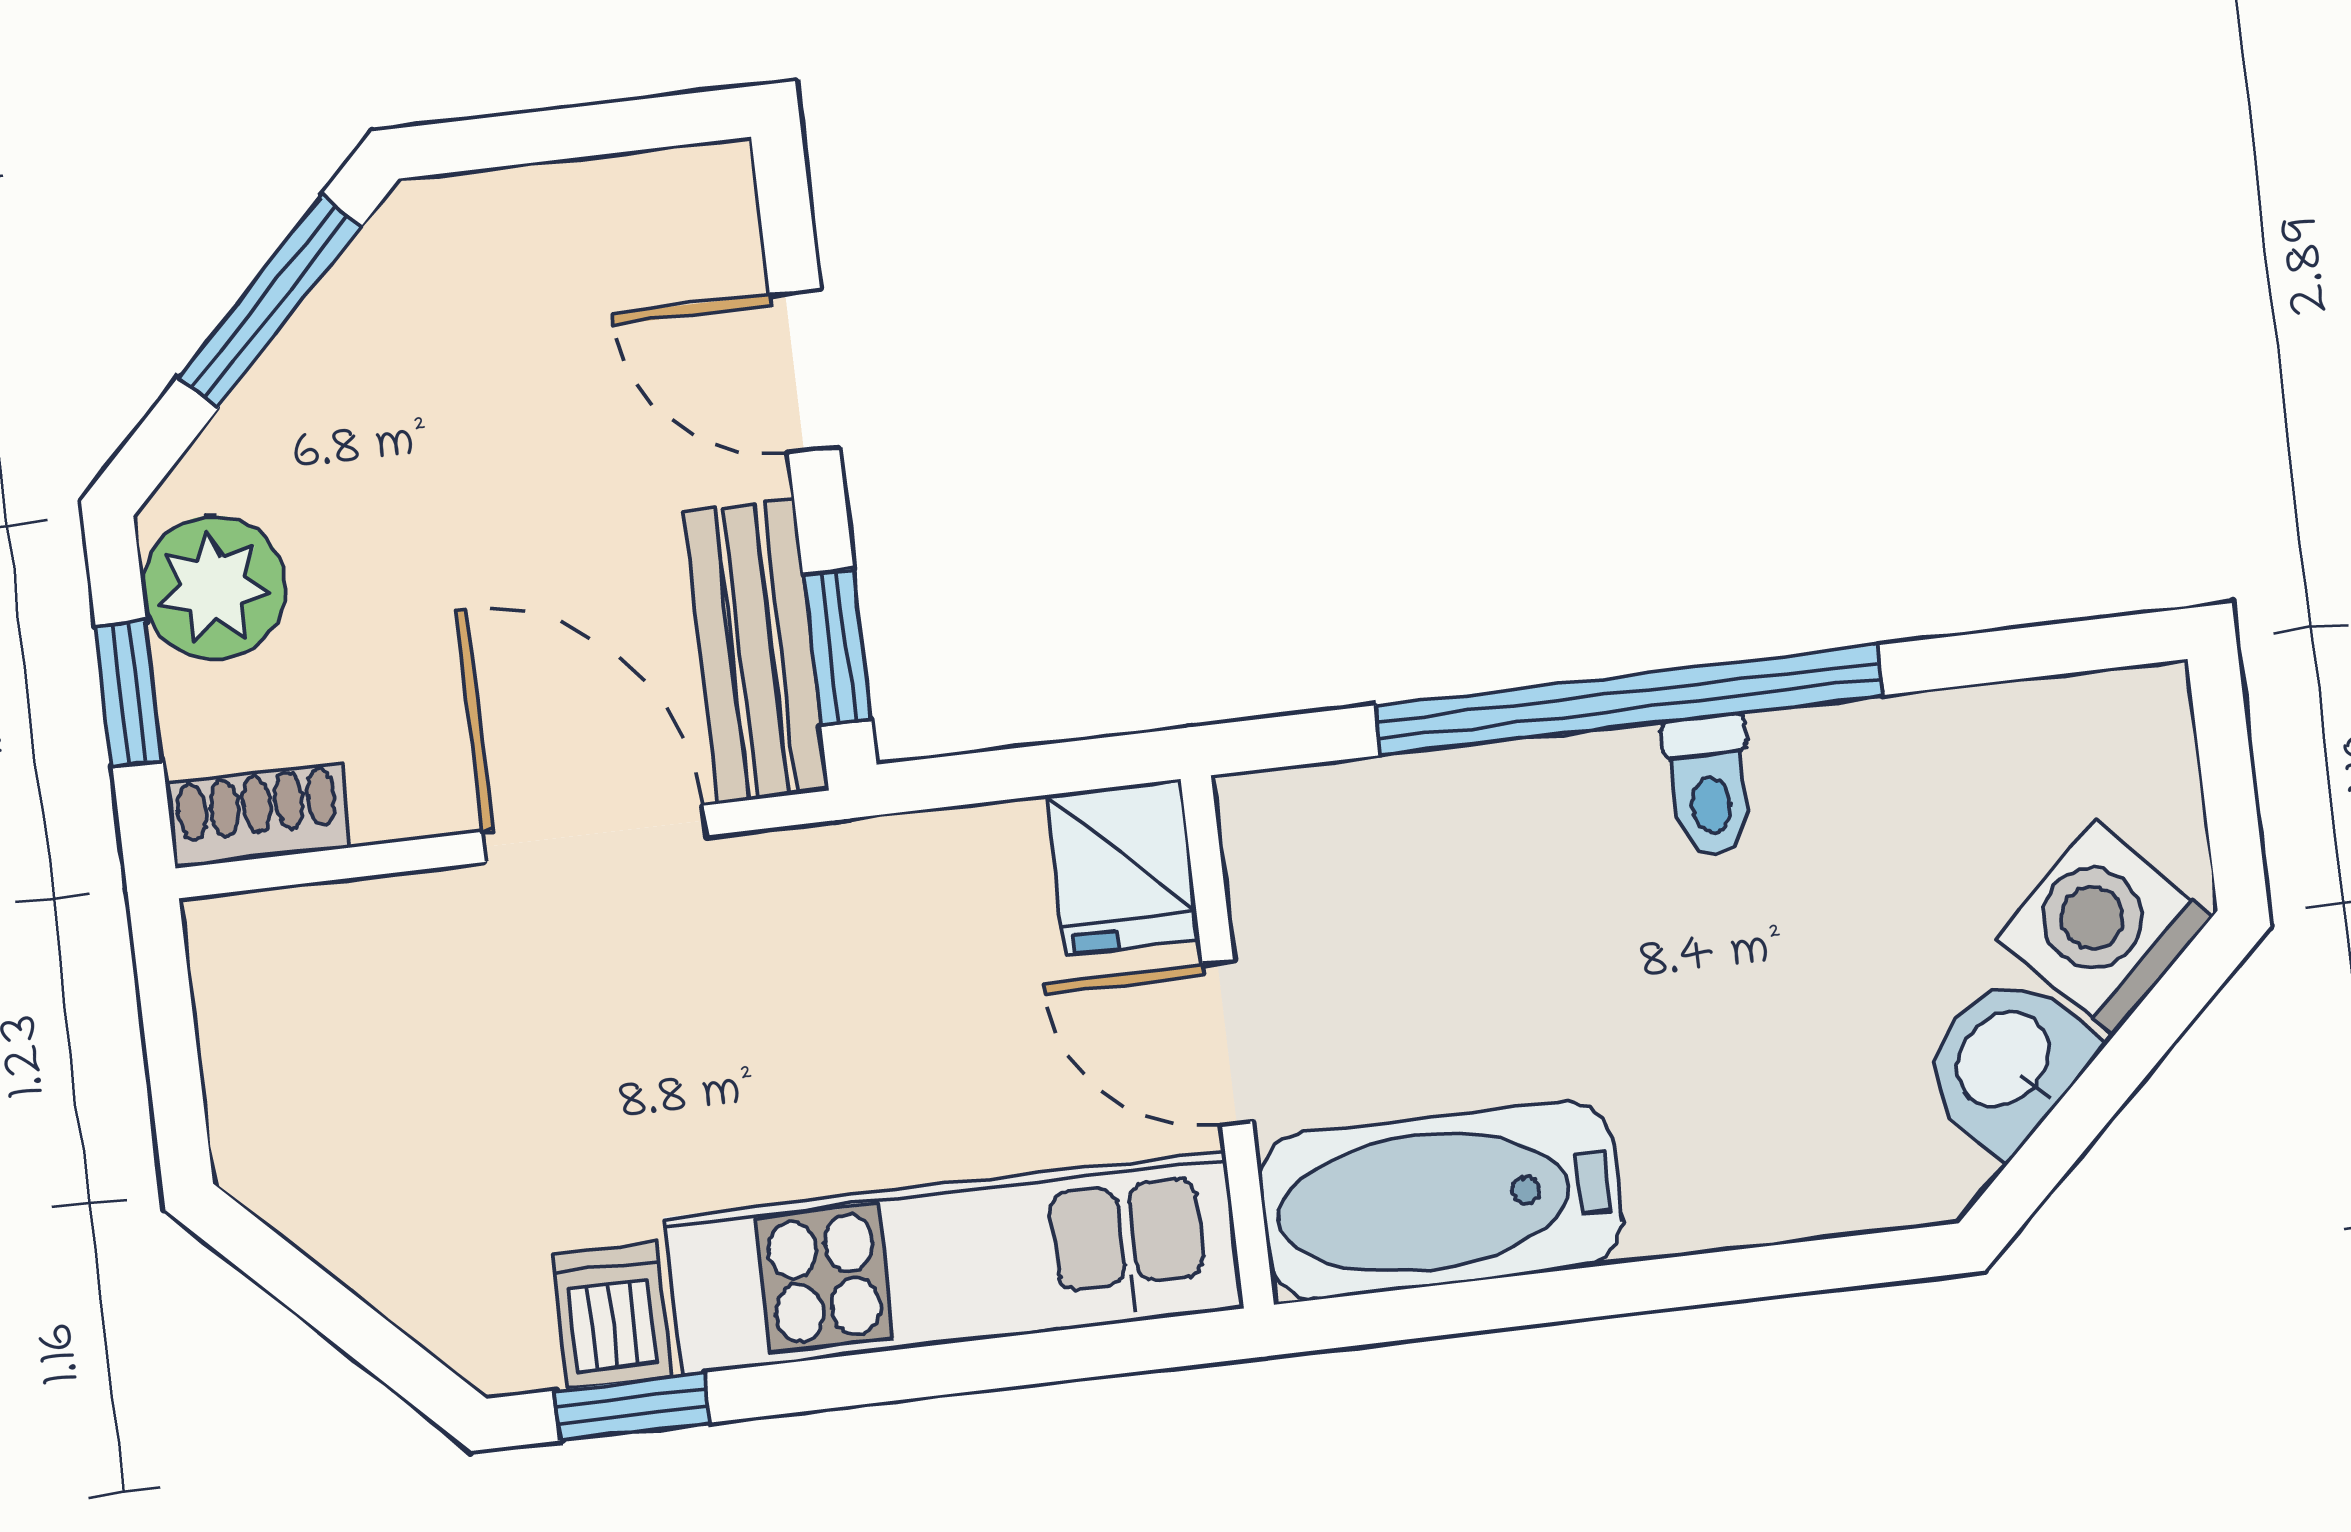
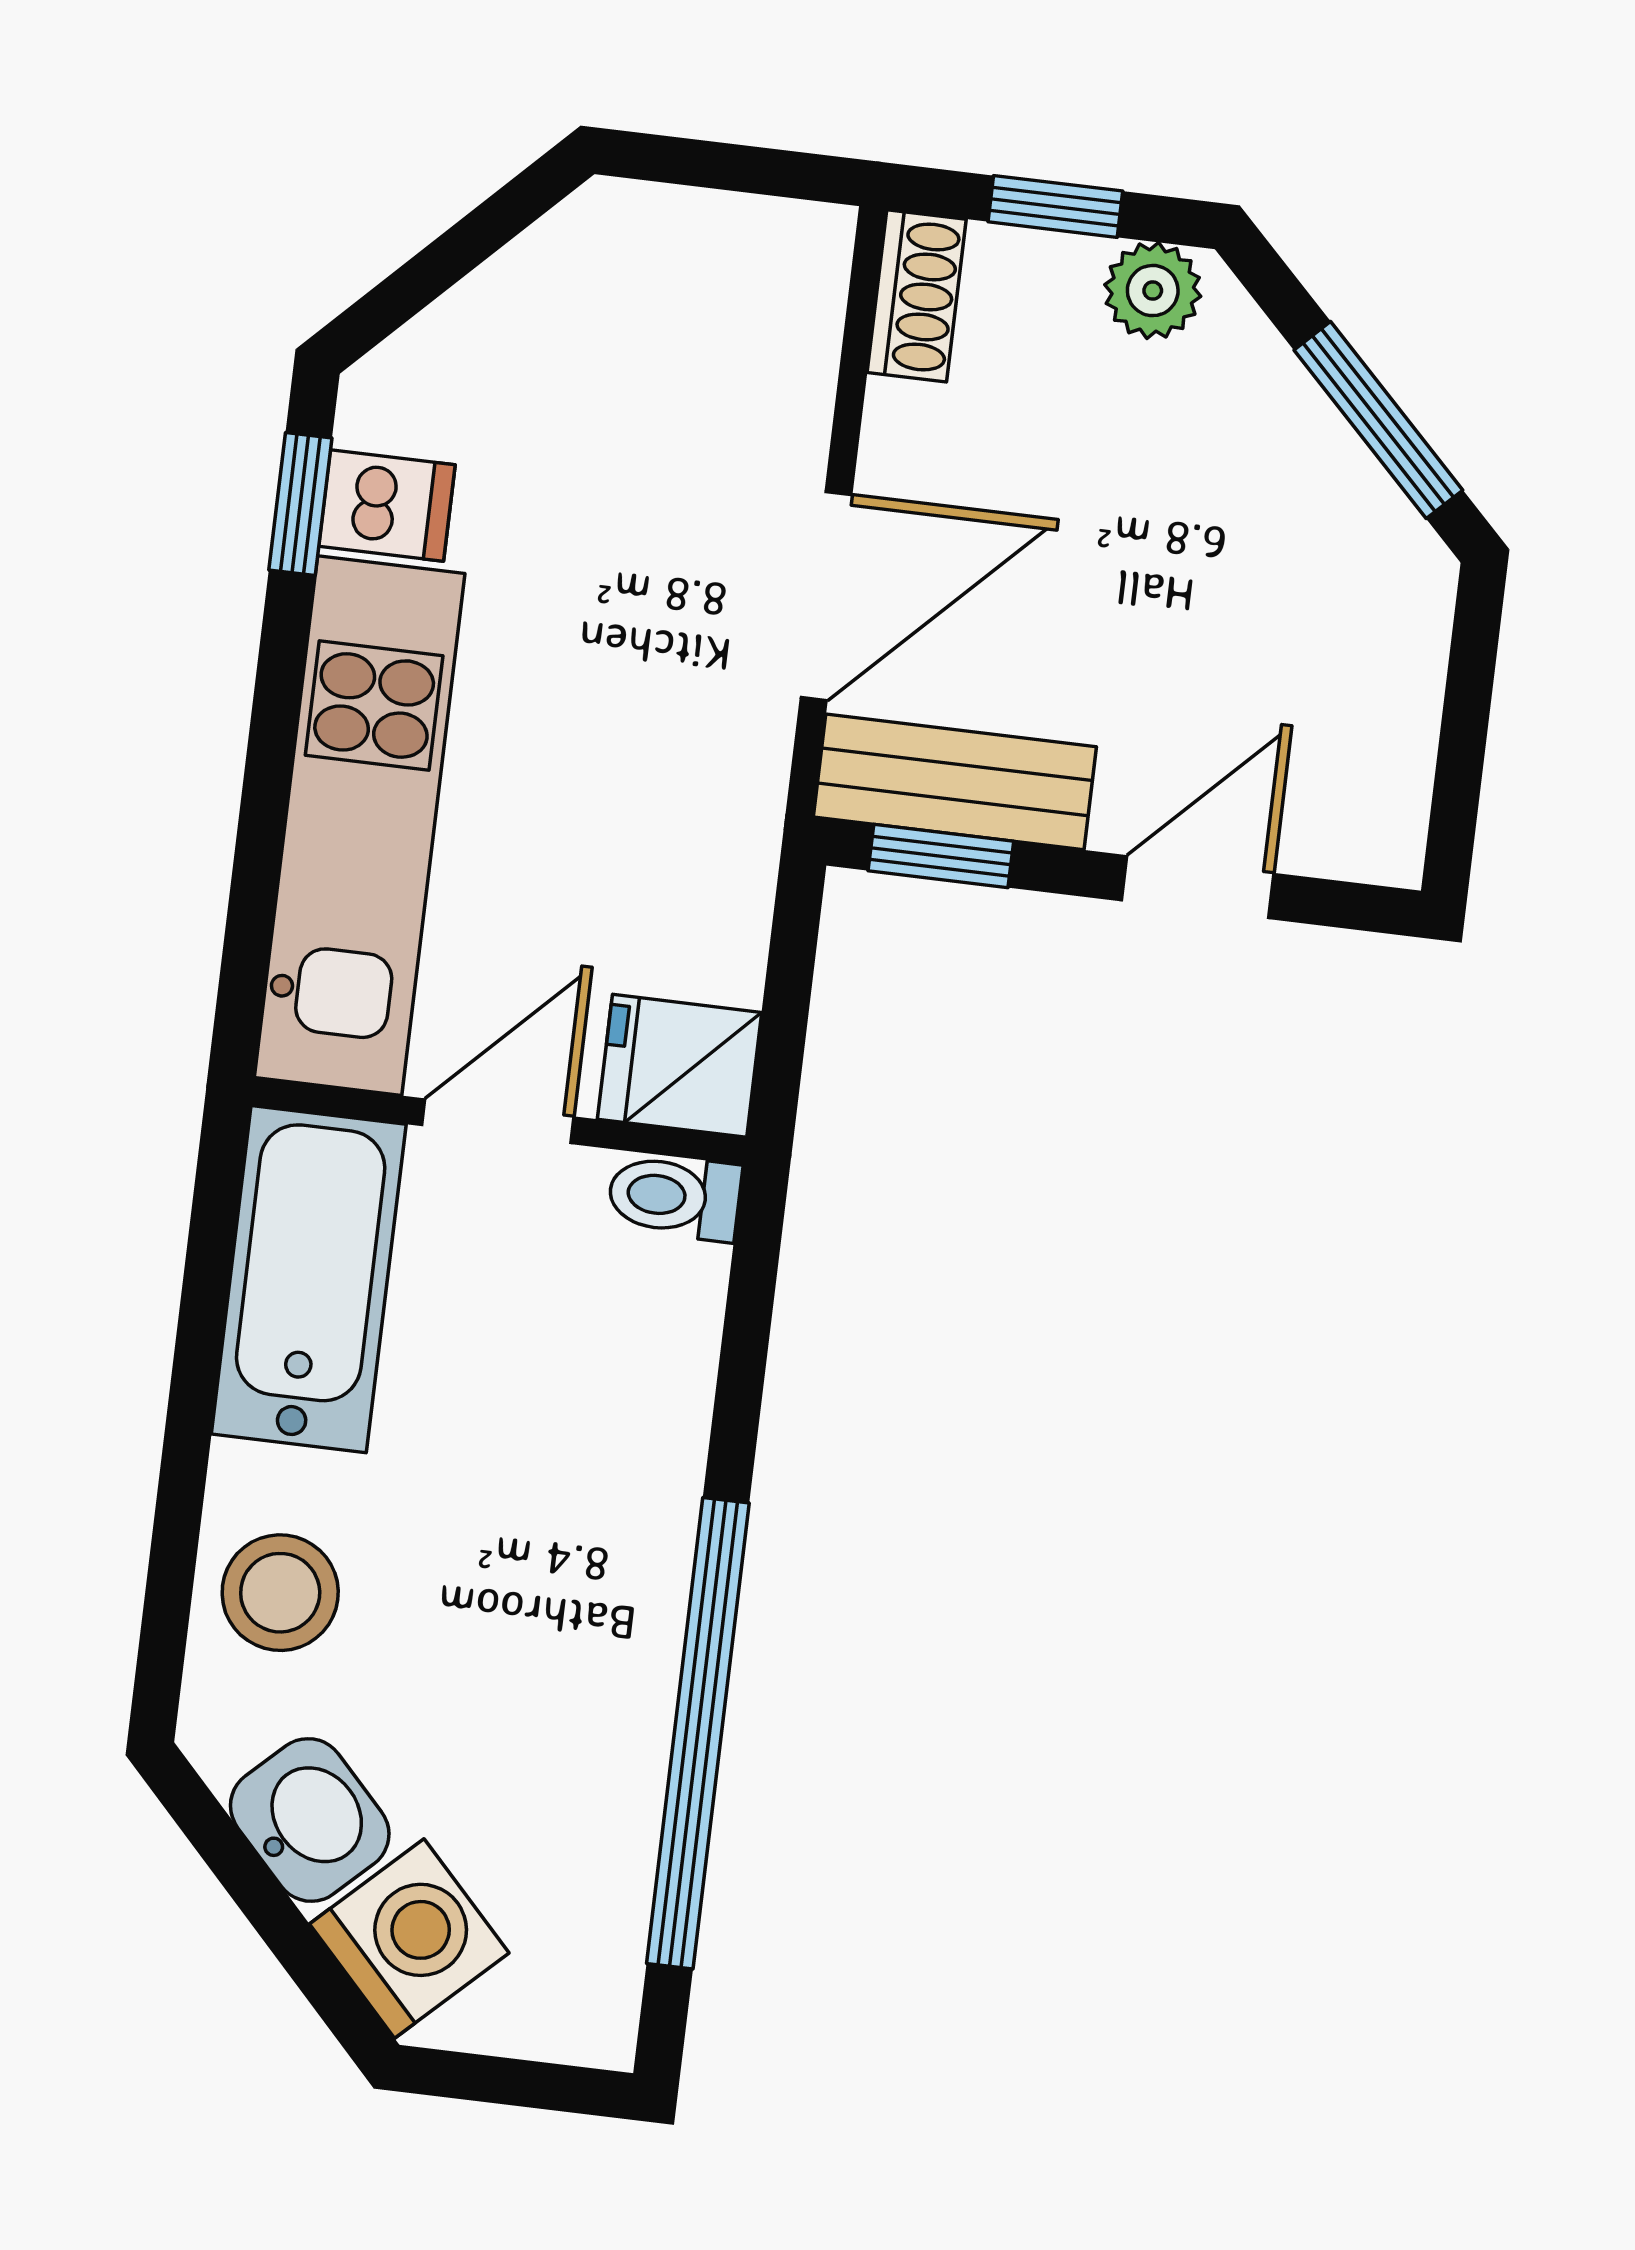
plant: (214, 587) -> (1153, 291), width x0.73, depth x0.73
window: (1629, 700) -> (698, 1733), moved
toilet: (1709, 786) -> (675, 1197), moved
stool: (1776, 1150) -> (280, 1593), added

